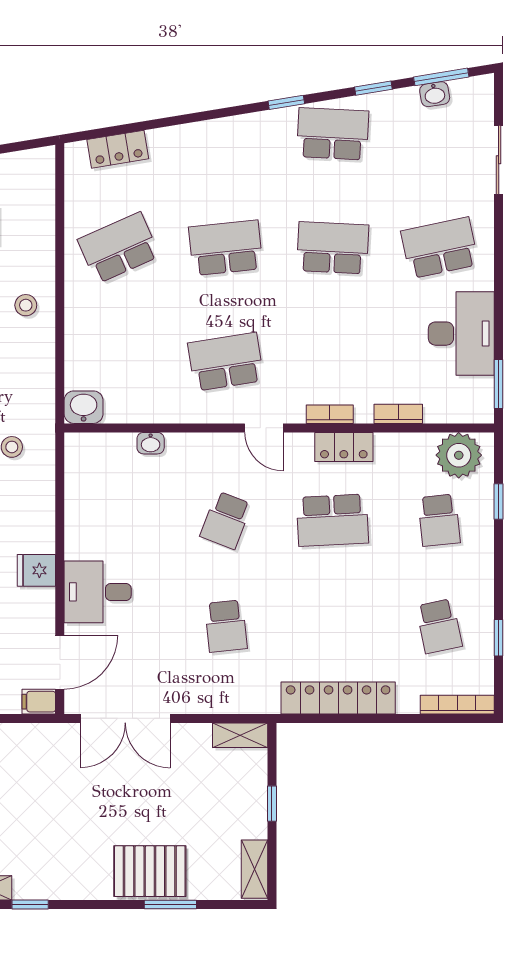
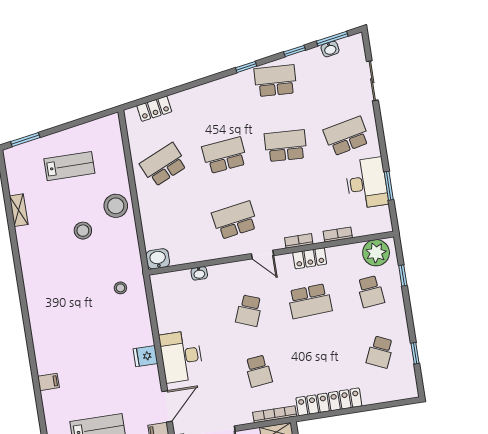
stool: (26, 305) -> (116, 206), width x1.89, depth x1.89
window: (499, 384) -> (389, 186), moved
desk: (98, 592) -> (181, 356), width x1.37
school desk: (439, 626) -> (380, 352), turned 36
bookcase: (457, 705) -> (275, 414), moved

